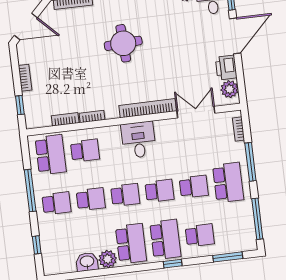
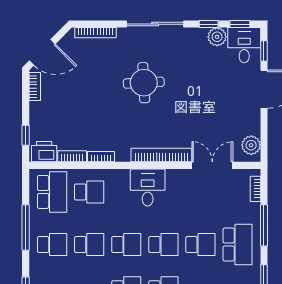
printer: (226, 68) -> (44, 152), moved, turned 90
bookcase: (25, 78) -> (35, 87), moved

